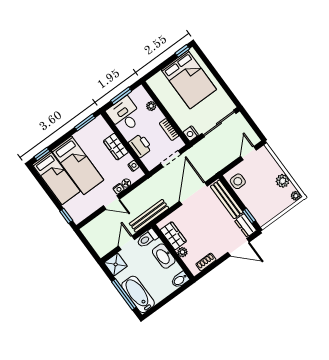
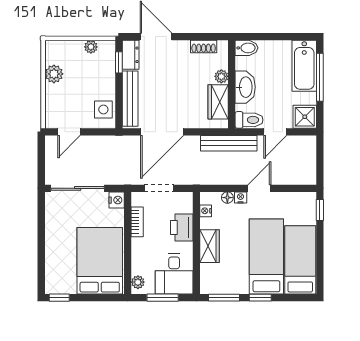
bed: (189, 80) -> (100, 261), moved
plant: (151, 106) -> (138, 282), moved
window: (42, 154) -> (260, 298), moved
plant: (296, 196) -> (91, 47), moved
door: (111, 202) -> (259, 188), hinge flipped

